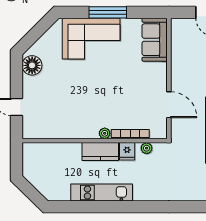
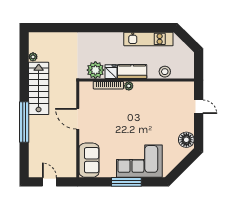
door: (169, 105) -> (78, 119), moved
plant: (147, 148) -> (95, 70), width x1.88, depth x1.88
stool: (59, 151) -> (165, 72), added
kitchen unit: (102, 192) -> (148, 39), moved

